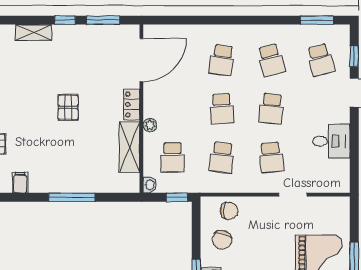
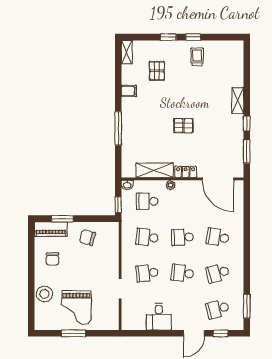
chair: (229, 211) -> (108, 242), removed

